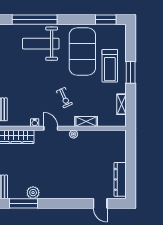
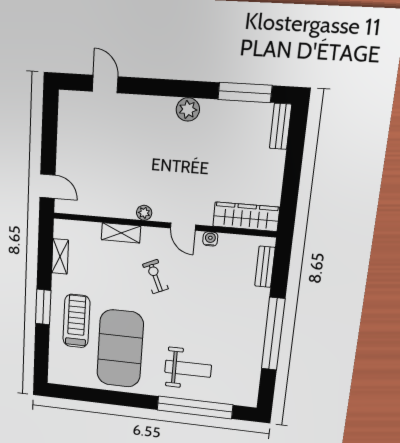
window: (106, 20) -> (79, 394), removed
weight bench: (41, 44) -> (188, 369), width x0.73, depth x0.75
door: (131, 145) -> (48, 186), added
dresser: (120, 179) -> (68, 126), removed
plant: (33, 193) -> (188, 109), moved

